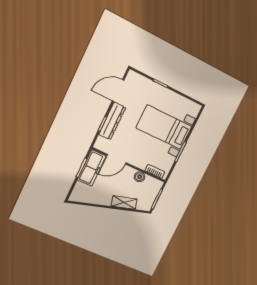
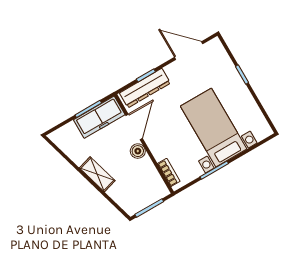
dresser: (112, 121) -> (145, 88), moved
door: (116, 159) -> (134, 127), swing flipped
boiler: (140, 177) -> (138, 151), moved
shelving: (124, 203) -> (97, 174), moved

